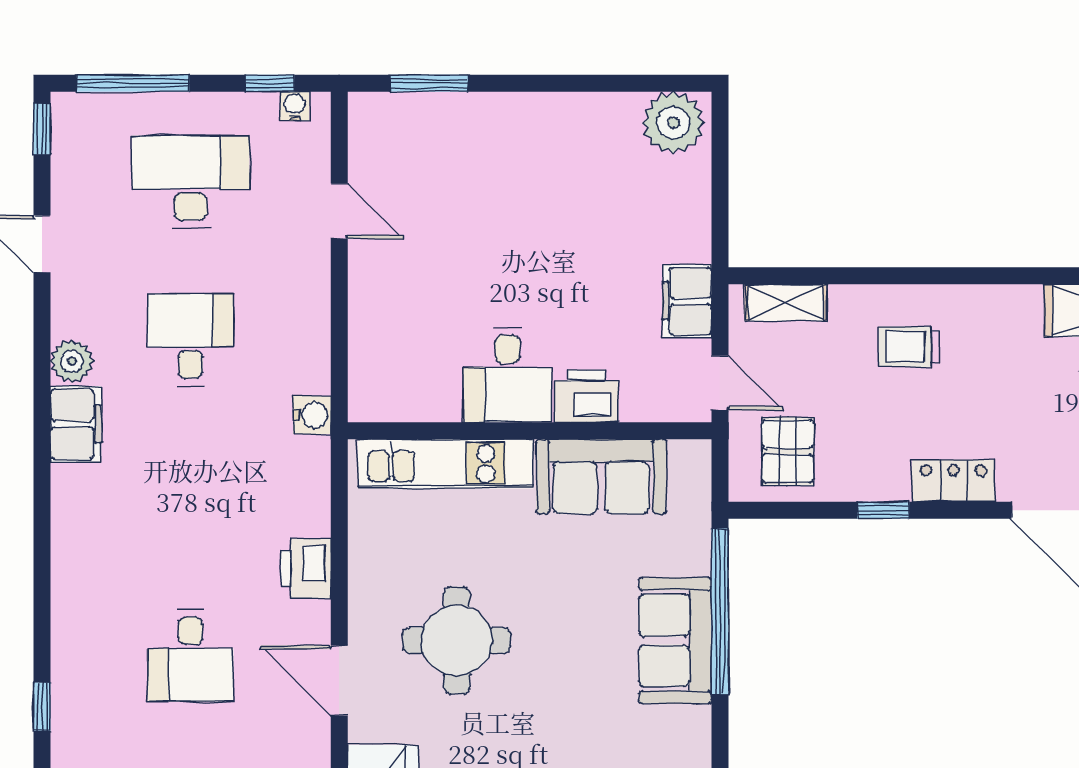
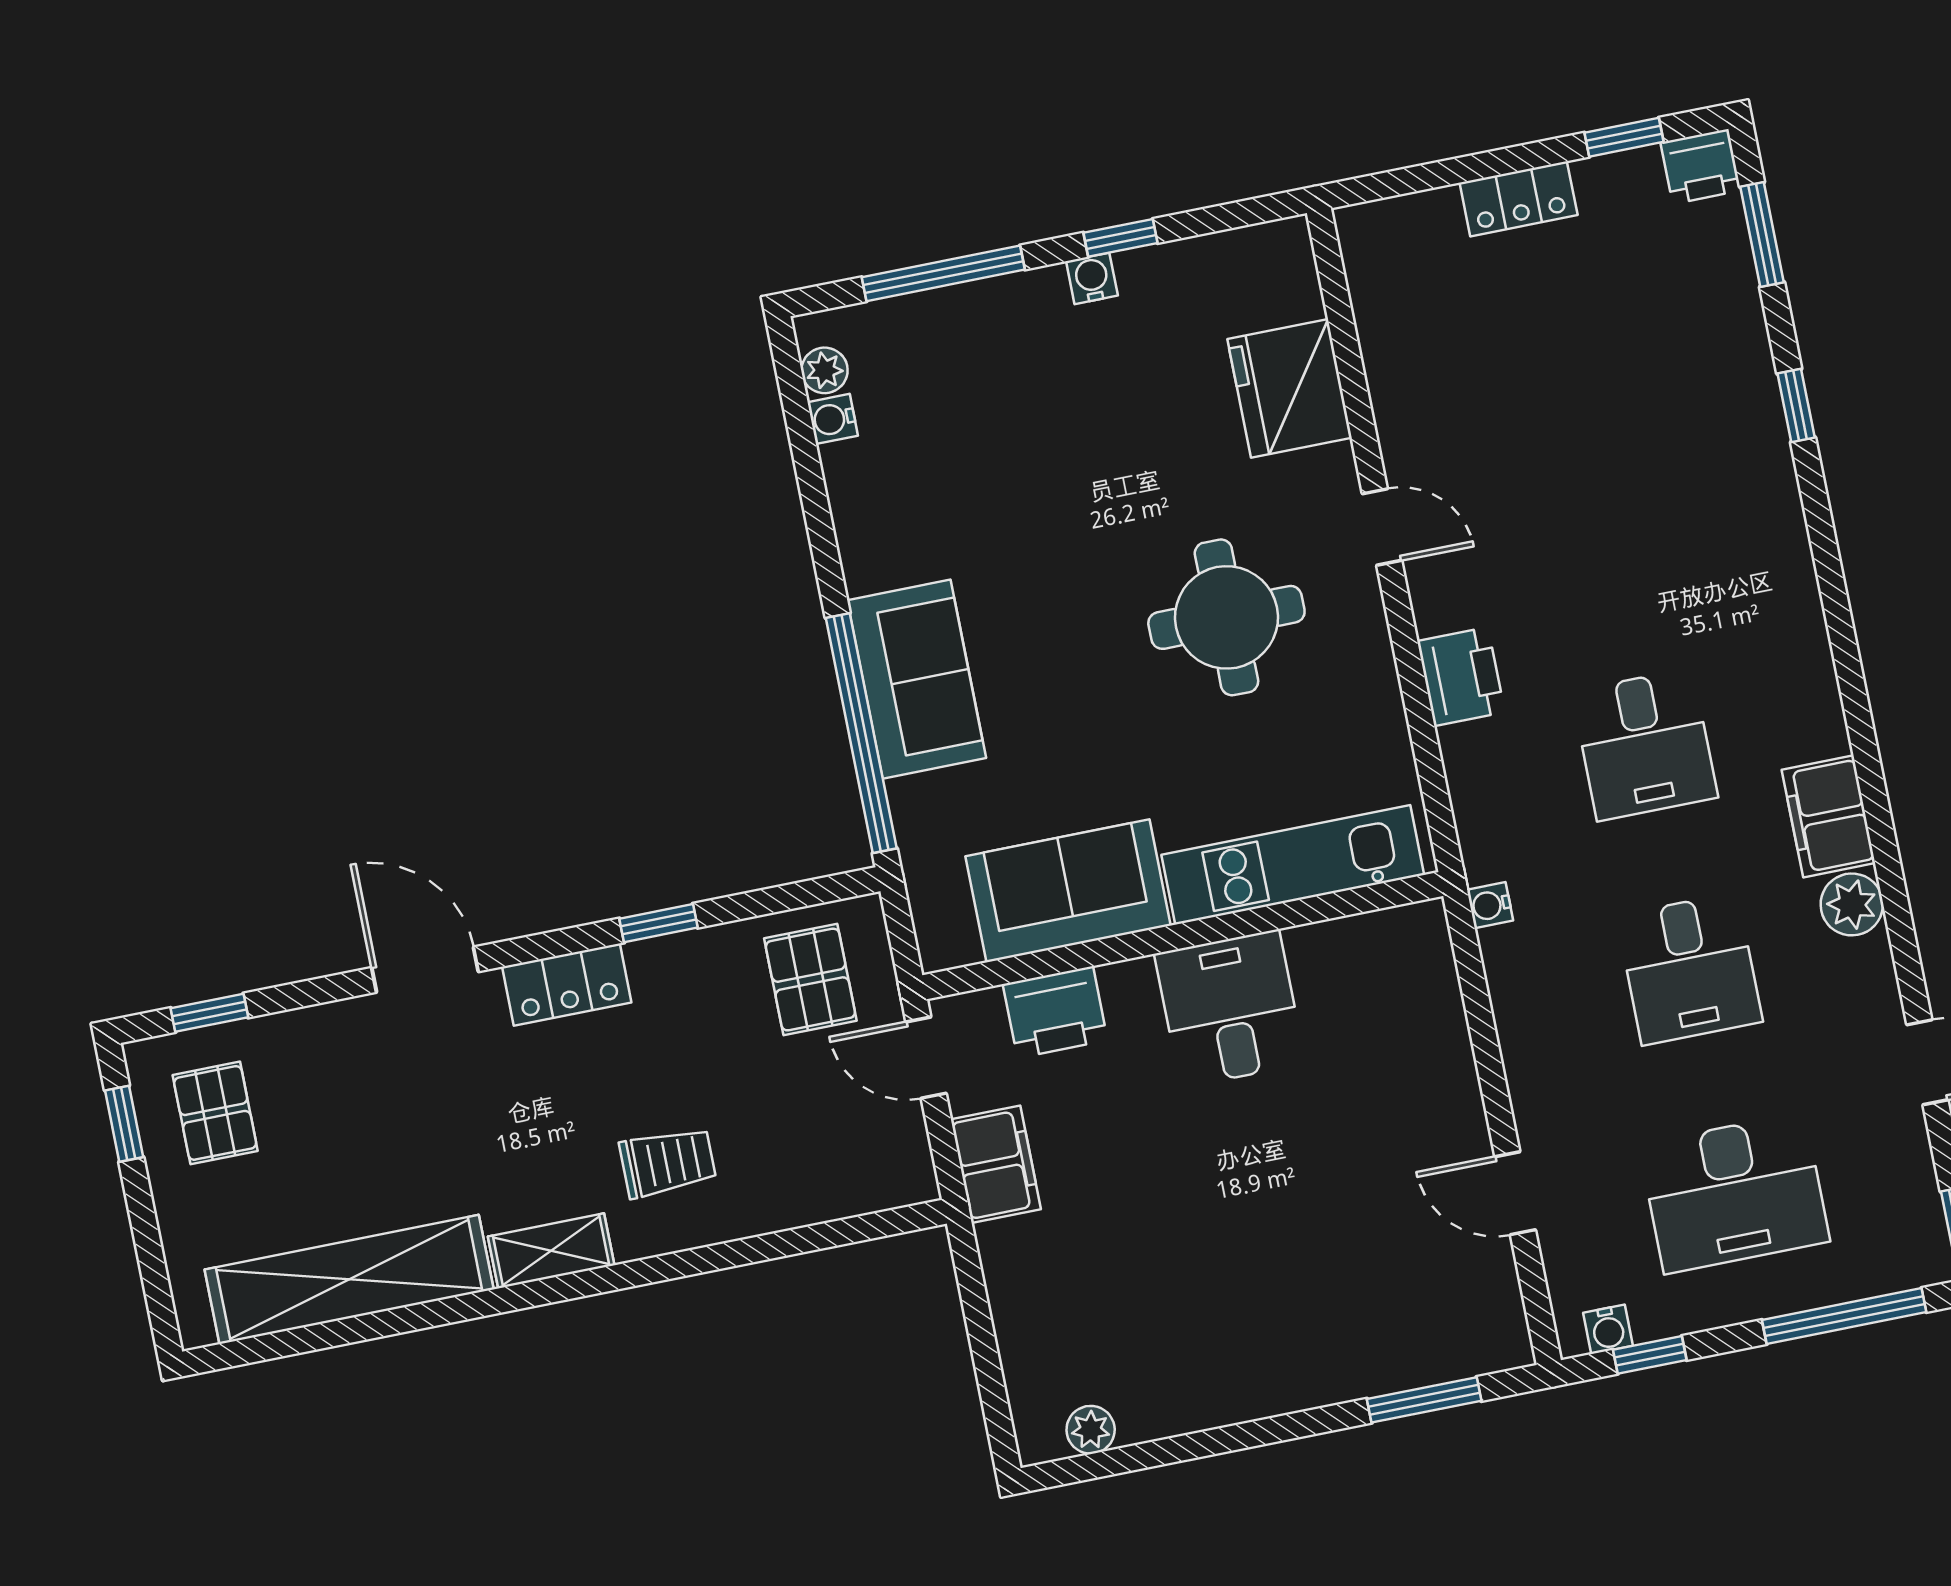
plant: (673, 123) -> (1091, 1430), width x0.53, depth x0.53
shelving: (786, 303) -> (551, 1251), moved
printer: (587, 396) -> (1055, 1012), moved
water cooler: (312, 415) -> (1490, 905), width x0.72, depth x0.72
desk: (191, 656) -> (1645, 744), moved, turned 180
door: (339, 681) -> (1382, 527), width x0.73

